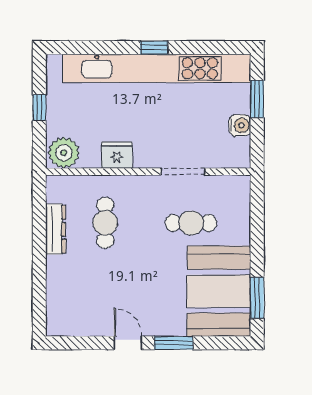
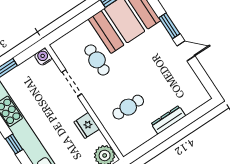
water cooler: (240, 125) -> (43, 57), moved
dresser: (56, 229) -> (168, 120), moved
door: (128, 343) -> (186, 51), swing flipped

